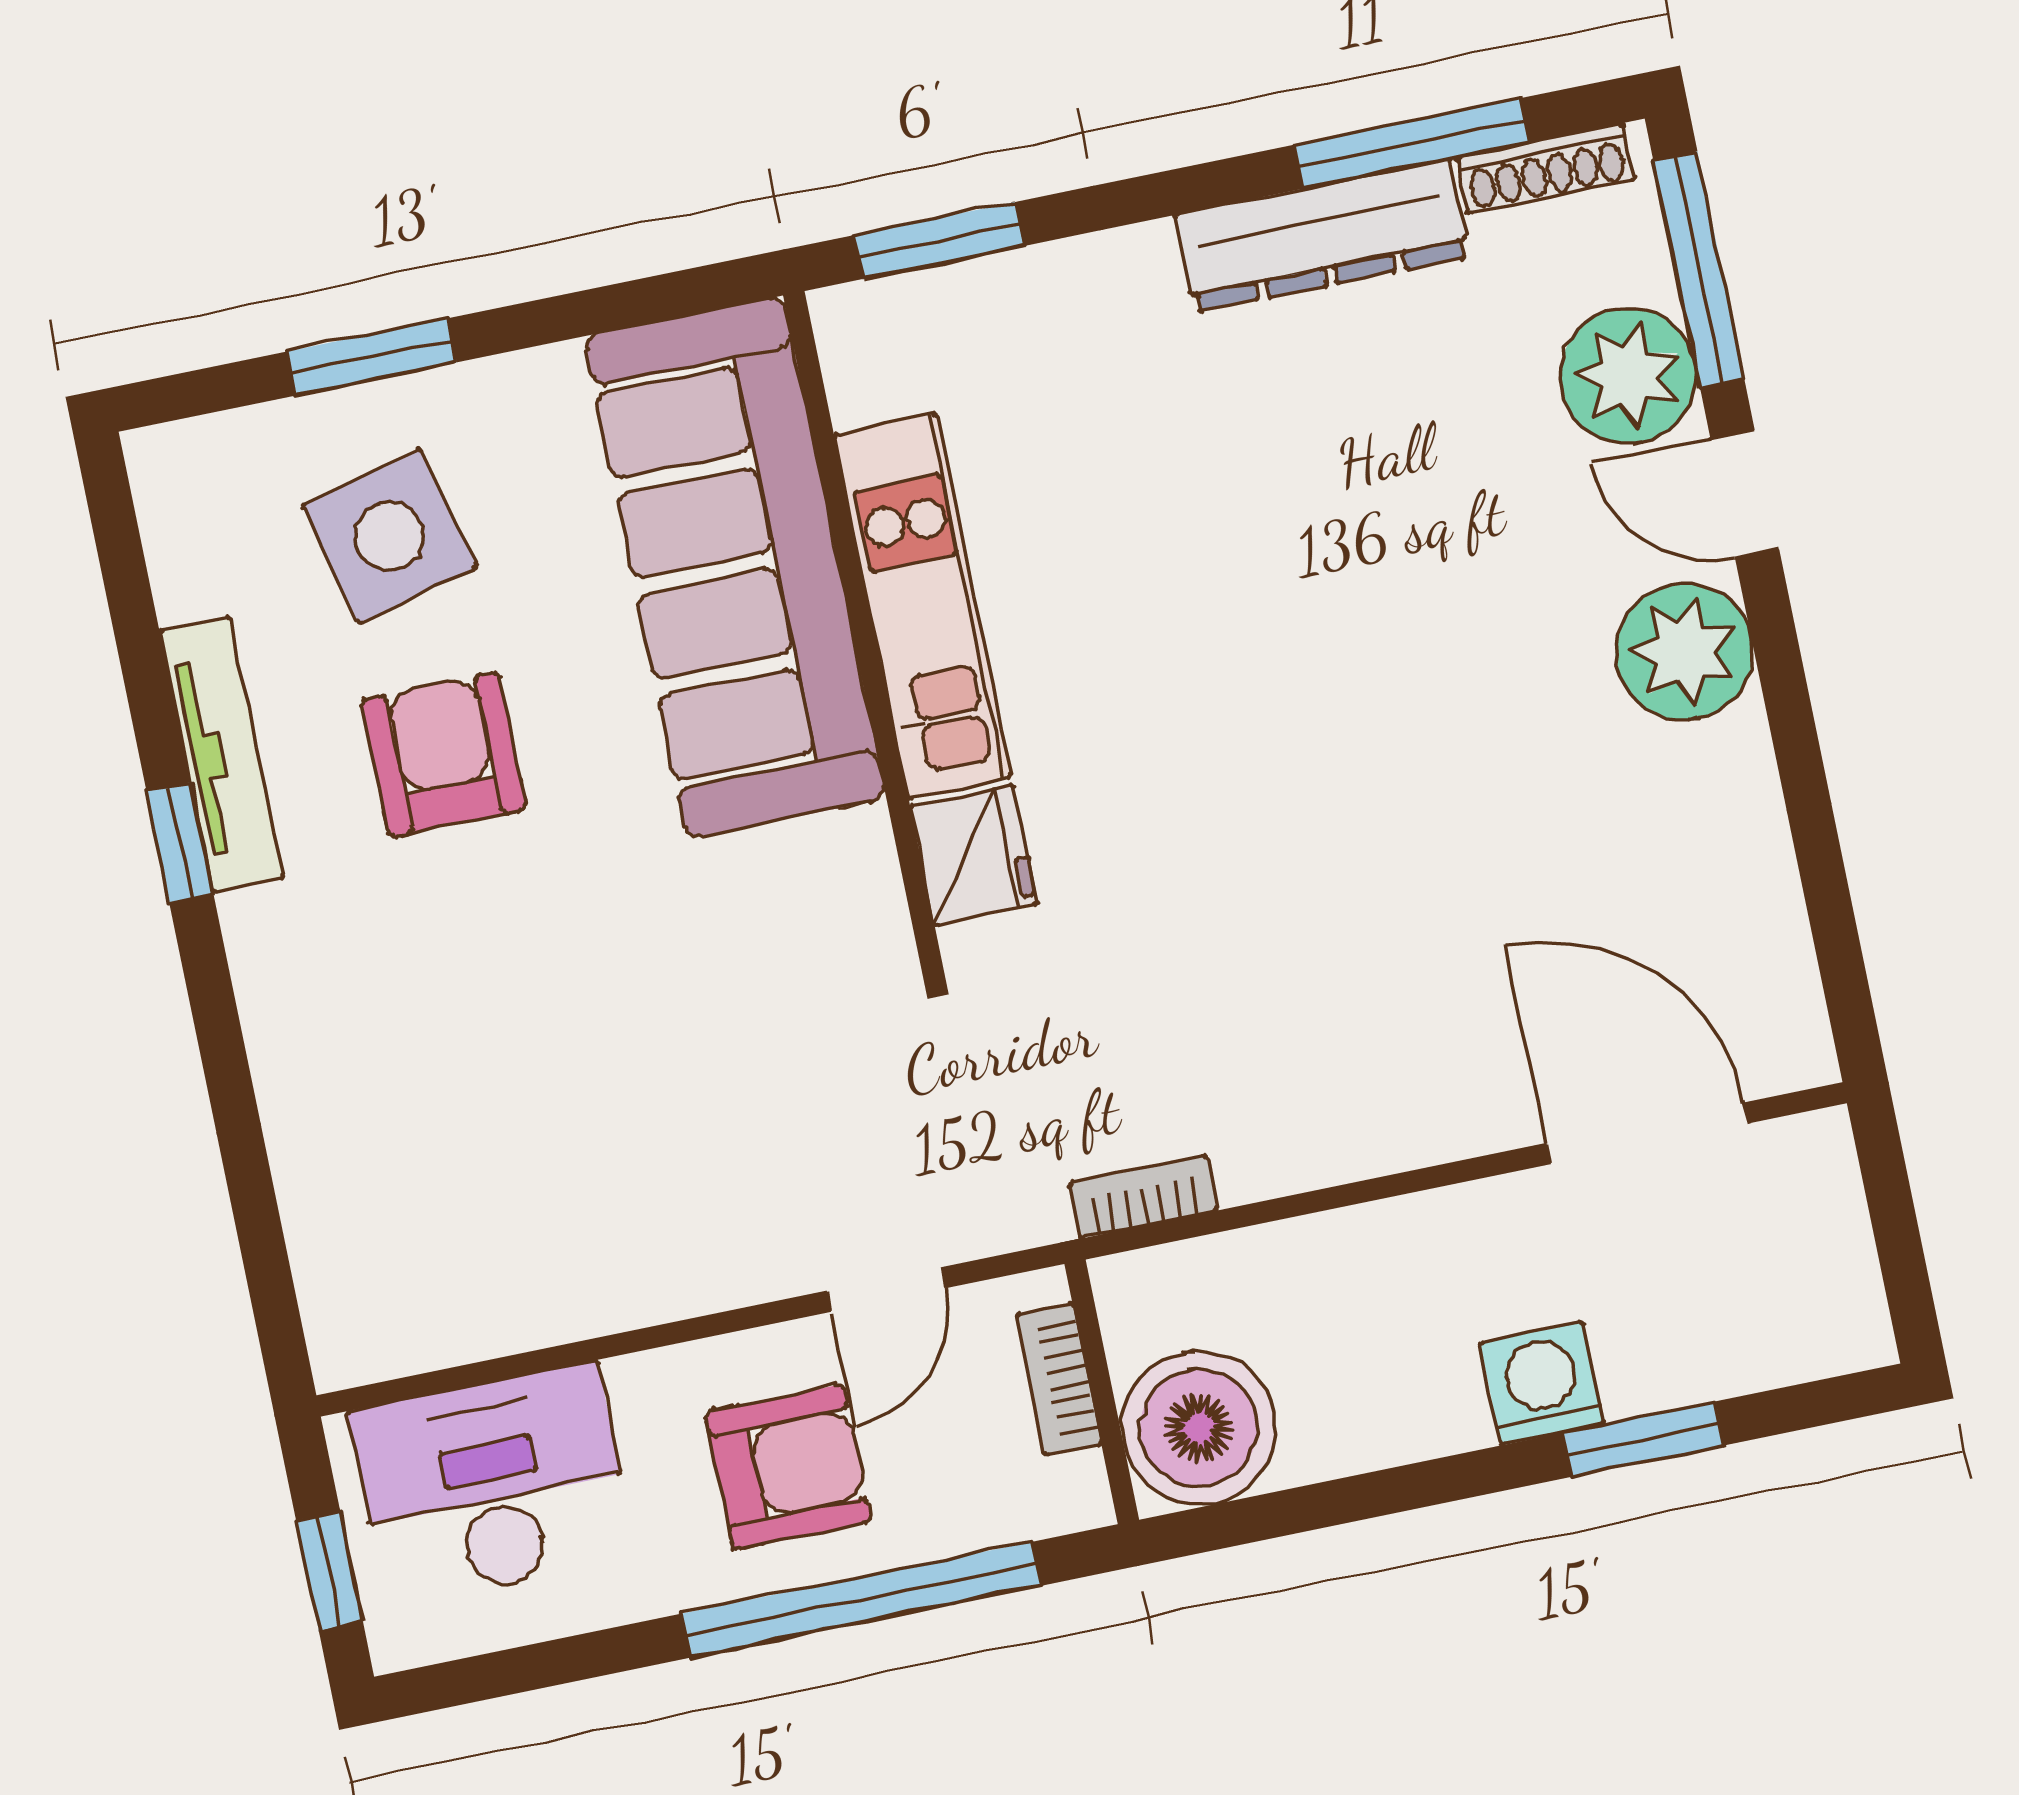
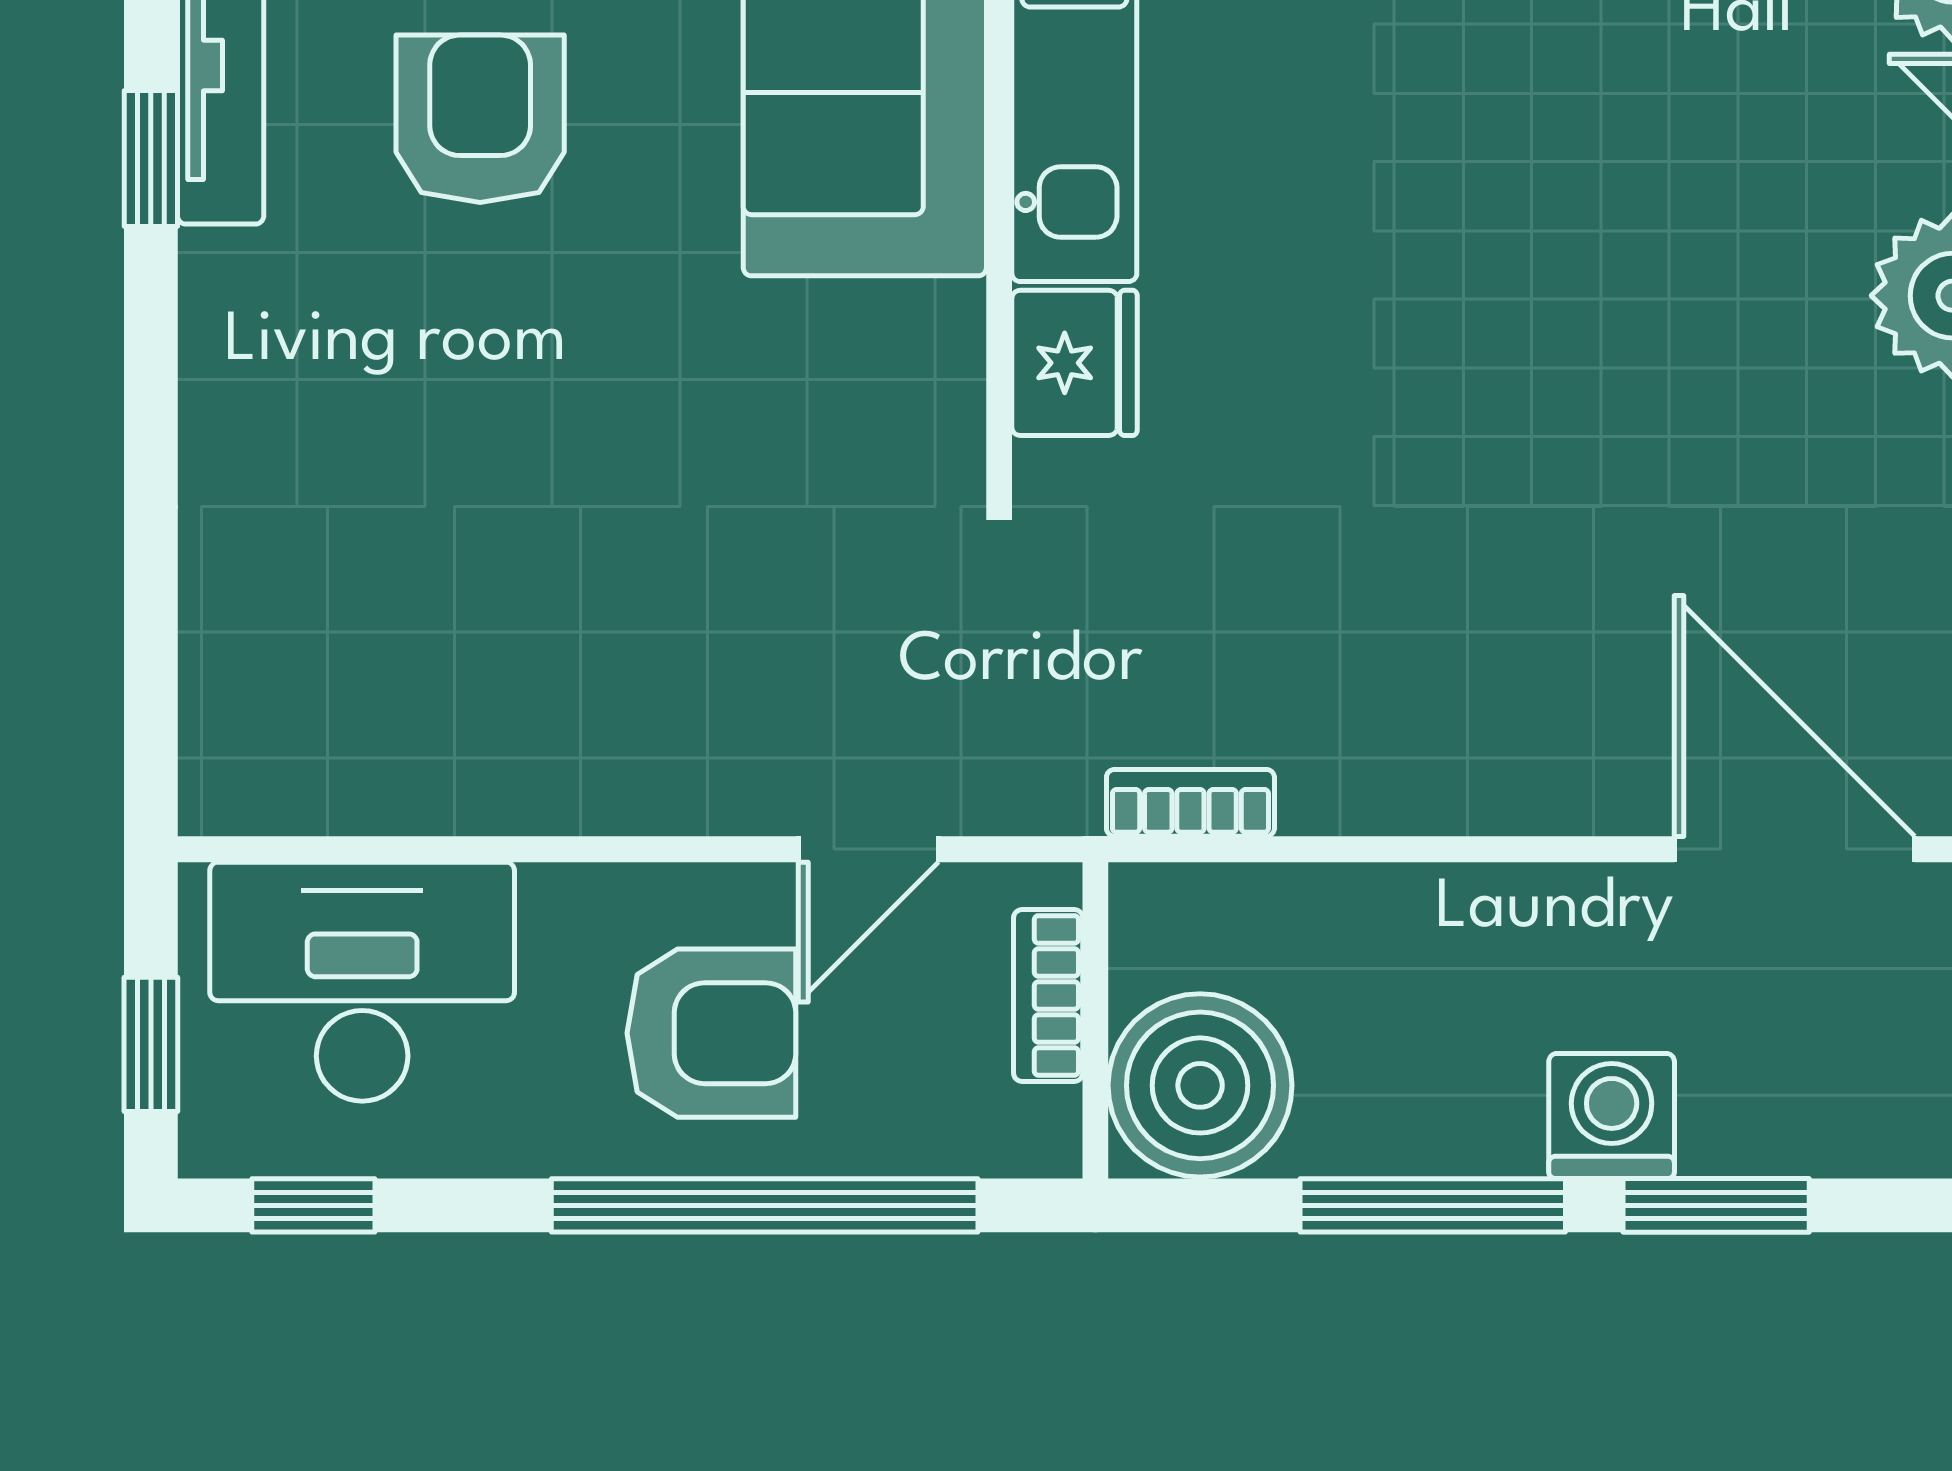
window: (1410, 1487) -> (1433, 1205), added
window: (490, 1676) -> (313, 1205), added

